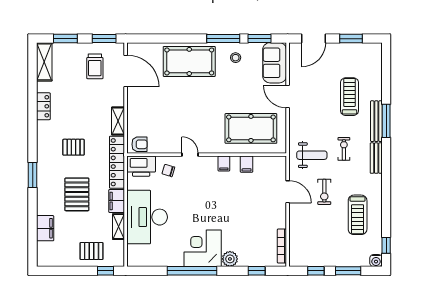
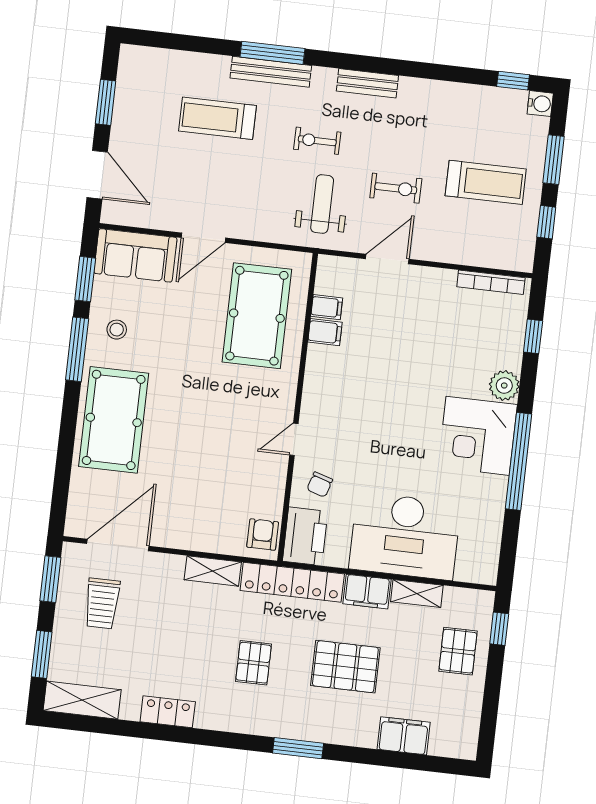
trolley: (95, 66) -> (102, 603), turned 90
bench: (376, 158) -> (367, 83), moved
filing cabinet: (224, 164) -> (327, 307), moved
treadmill: (358, 215) -> (486, 182), moved

